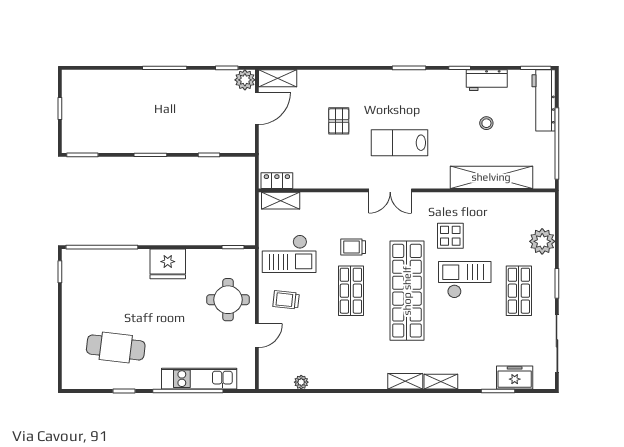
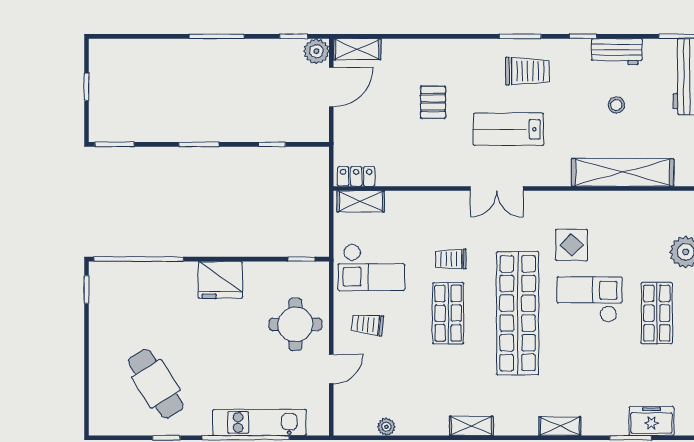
trolley: (415, 96) -> (527, 71), added
cafe table: (116, 347) -> (156, 384), turned 51
shelving: (405, 381) -> (471, 426), moved

